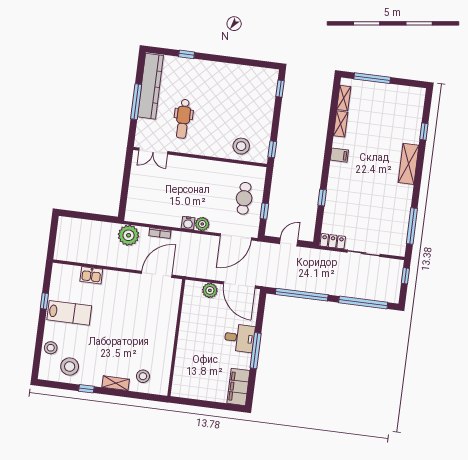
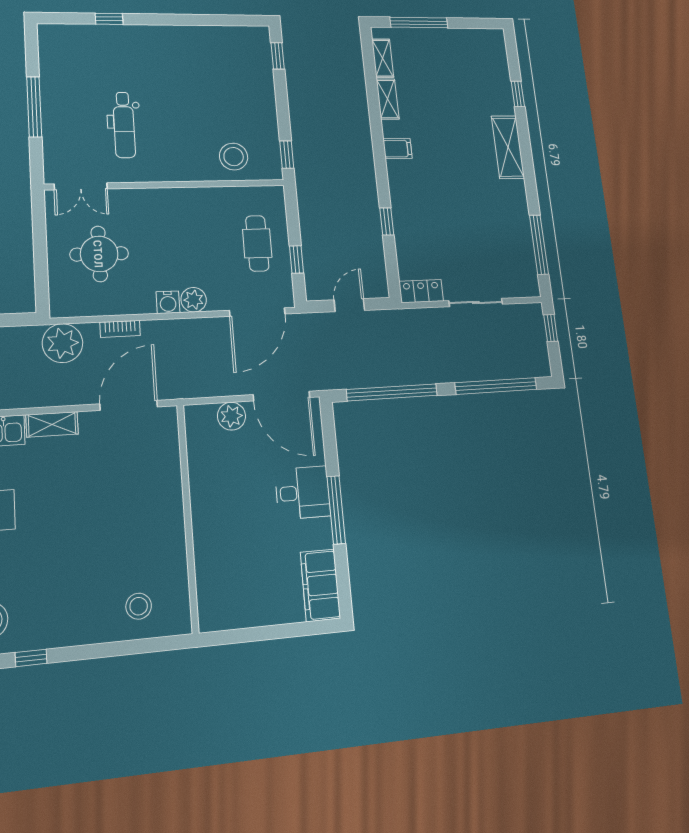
kitchen counter: (150, 86) -> (55, 78), removed
round table: (156, 190) -> (99, 254), added
shelving: (116, 383) -> (52, 424), moved

